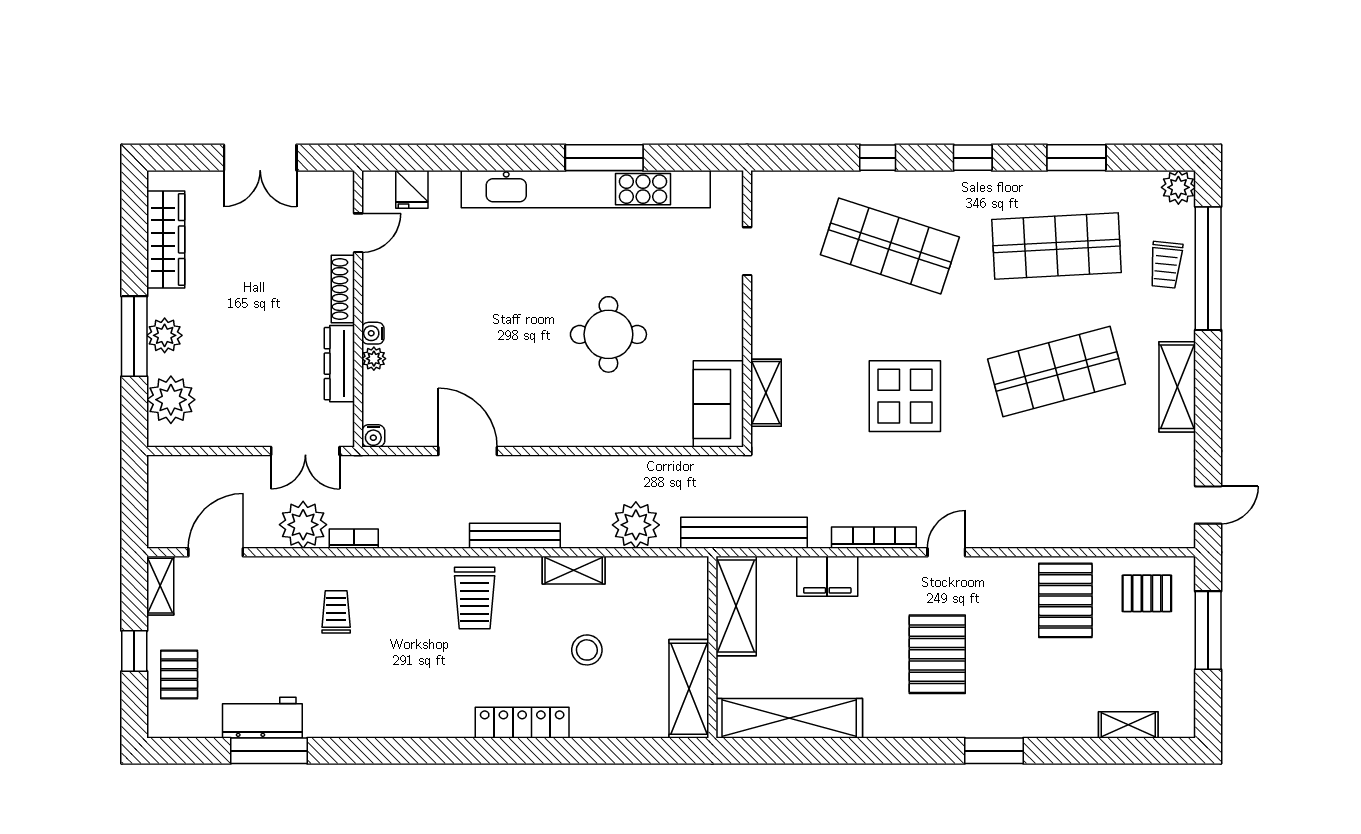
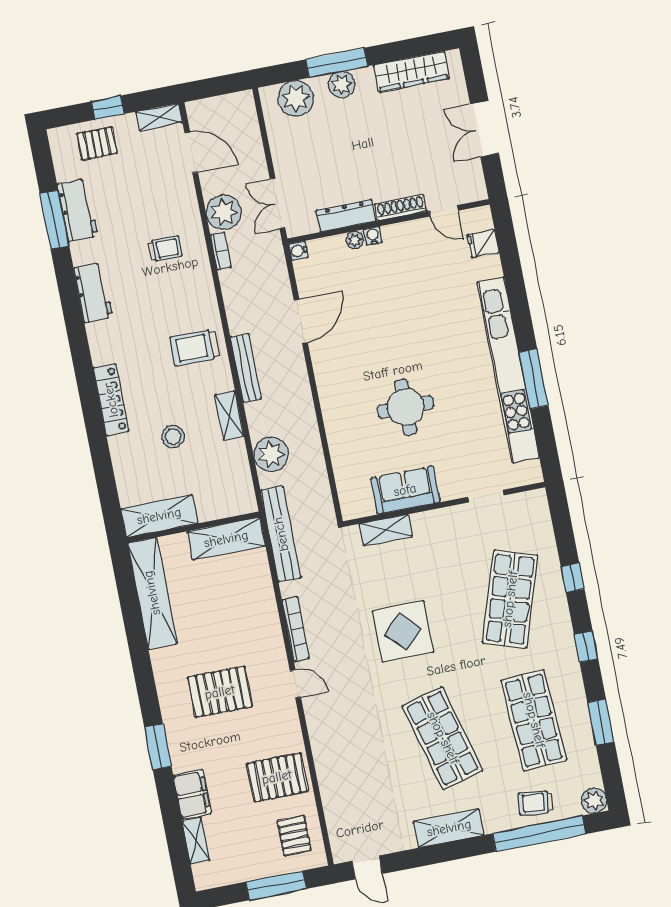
sofa: (718, 404) -> (405, 490), moved
filing cabinet: (827, 576) -> (192, 794), moved, turned 180
workbench: (376, 718) -> (93, 293), added

